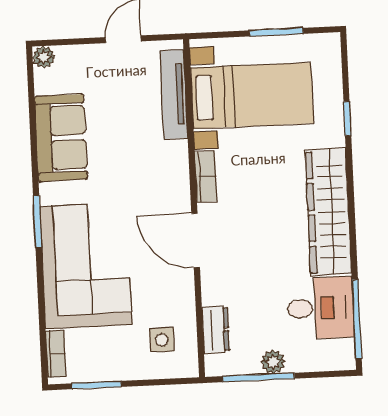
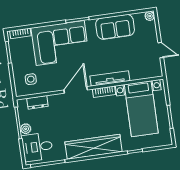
tv unit: (174, 94) -> (110, 78), moved
desk: (320, 308) -> (37, 147), moved, turned 90

